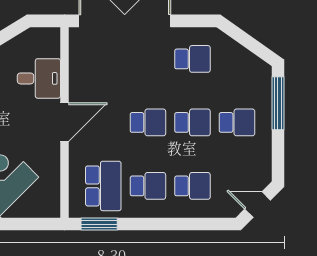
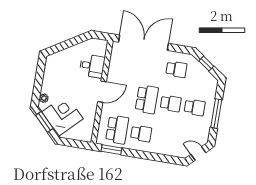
window: (245, 39) -> (206, 64), added
window: (278, 103) -> (216, 114), moved
school desk: (148, 122) -> (147, 99), width x1.85
school desk: (192, 186) -> (165, 138), removed

